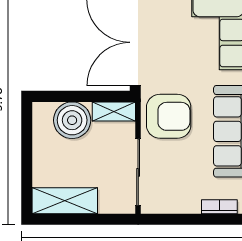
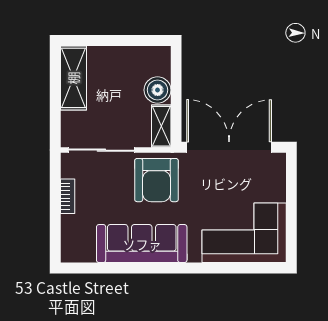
boiler: (72, 120) -> (158, 90), width x0.73, depth x0.73
bookcase: (219, 207) -> (68, 196), moved

